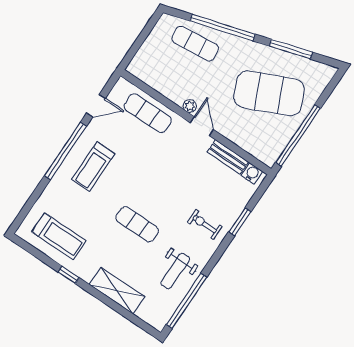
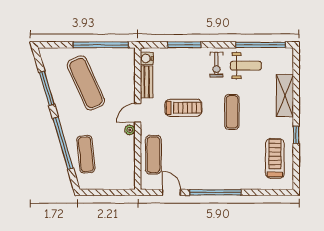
exercise mat: (269, 93) -> (86, 83), width x0.68
treadmill: (93, 167) -> (183, 108), moved
window: (240, 222) -> (184, 45), width x1.44
exercise bike: (205, 224) -> (216, 65), moved

